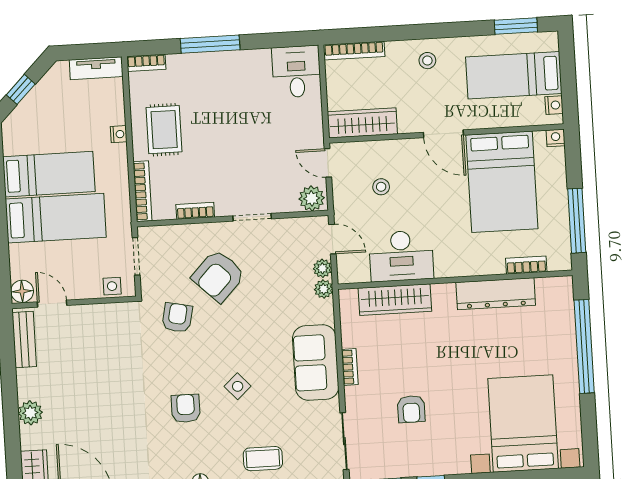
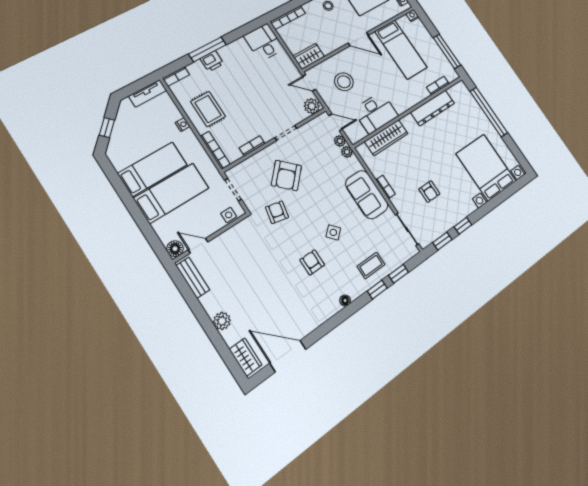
printer: (207, 64) -> (212, 61), added
wardrobe: (362, 123) -> (309, 56), width x0.67
bed: (502, 182) -> (401, 50), width x0.67
stool: (381, 187) -> (344, 82), width x1.89, depth x1.89

